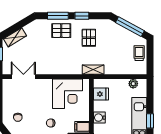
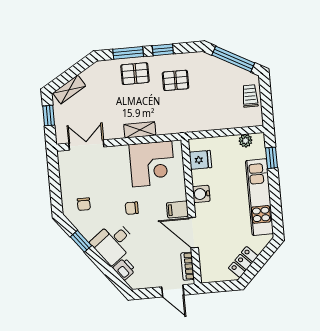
pallet: (89, 38) -> (176, 80), turned 90
shelving: (93, 70) -> (140, 130), moved
window: (150, 121) -> (272, 158), moved

